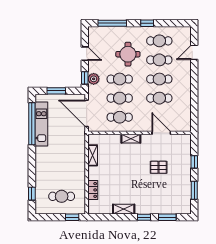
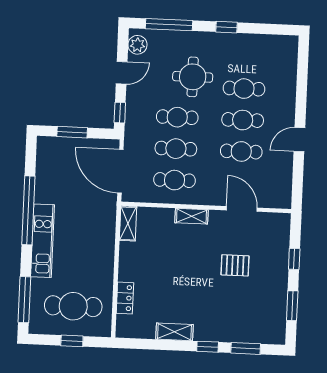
cafe table: (159, 41) -> (245, 57), removed
door: (194, 52) -> (299, 140), moved
door: (85, 54) -> (122, 73), hinge flipped
plant: (94, 79) -> (137, 45), moved
window: (32, 124) -> (28, 210), moved
kitchen unit: (41, 124) -> (43, 241), moved
shelving: (93, 155) -> (128, 223), moved
window: (32, 194) -> (24, 300), width x2.17
cafe table: (62, 196) -> (73, 306), width x1.37, depth x1.35
window: (72, 217) -> (72, 341), moved

